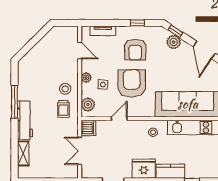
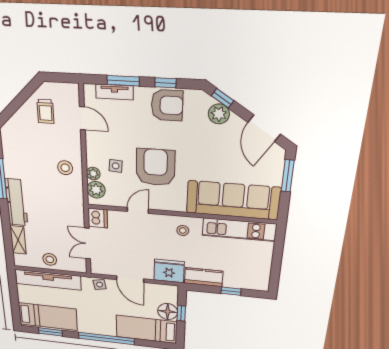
window: (109, 23) -> (123, 81), added
armchair: (135, 50) -> (167, 105), moved, turned -90
plant: (86, 78) -> (93, 174), moved
trolley: (63, 109) -> (45, 111), moved
stool: (48, 169) -> (50, 259), added

